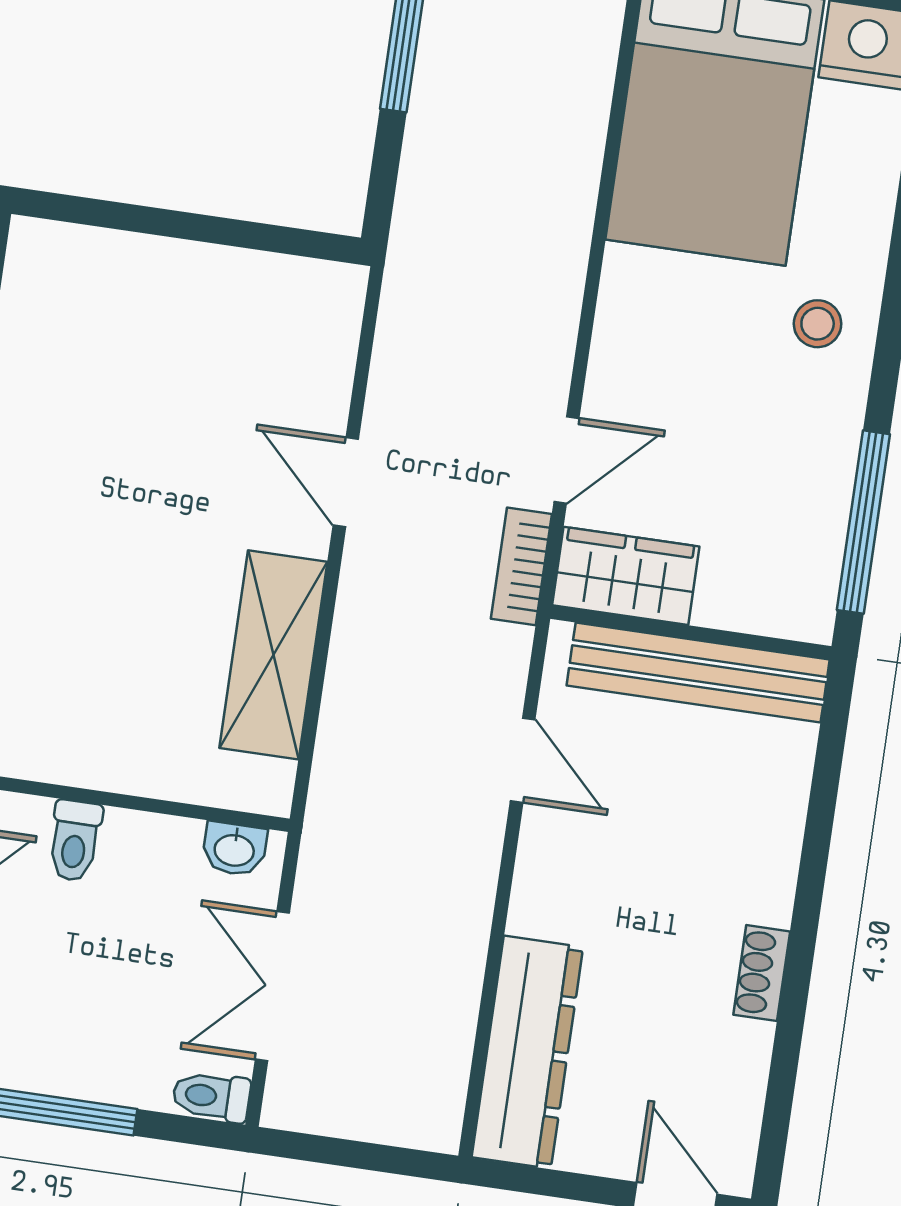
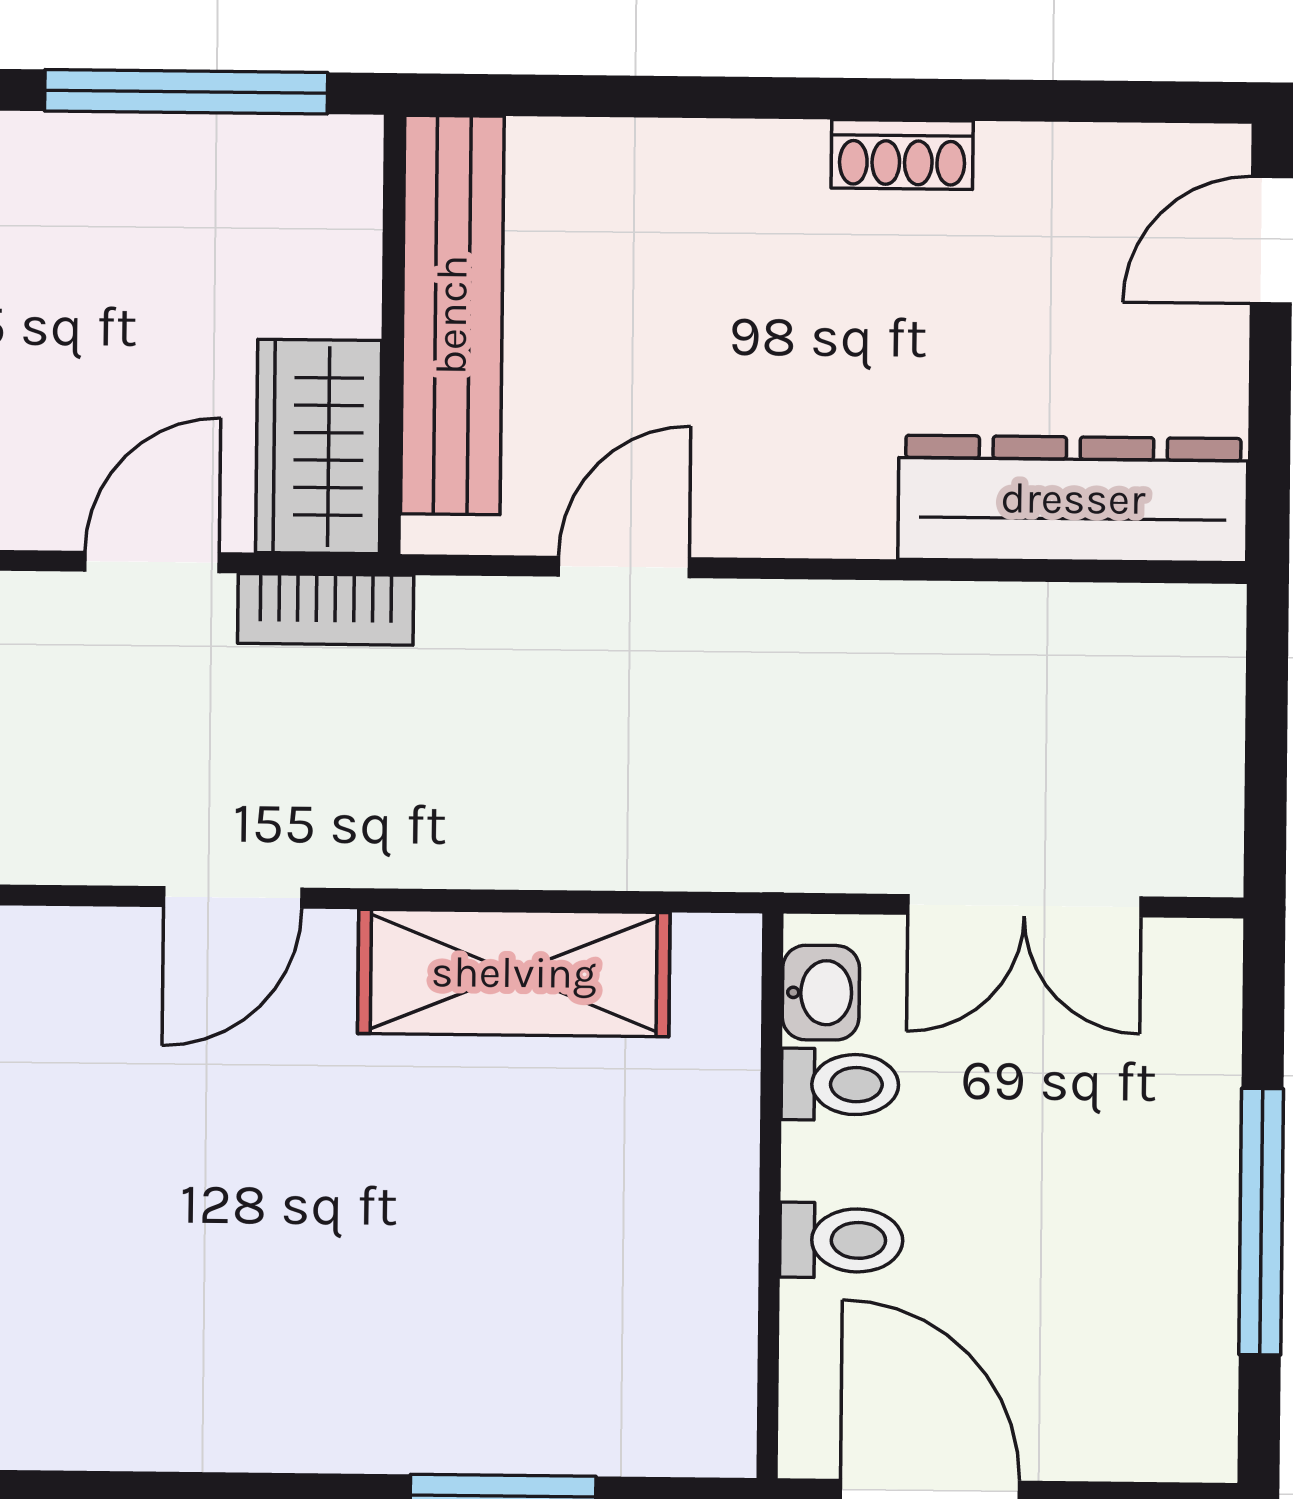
door: (567, 460) -> (152, 562), hinge flipped
toilet: (211, 1096) -> (840, 1084), moved, turned -90

